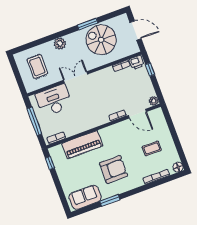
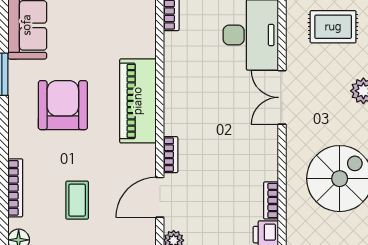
double door: (76, 77) -> (282, 97), swing flipped
piano: (82, 145) -> (138, 101), moved
armchair: (113, 169) -> (63, 105), turned 180

